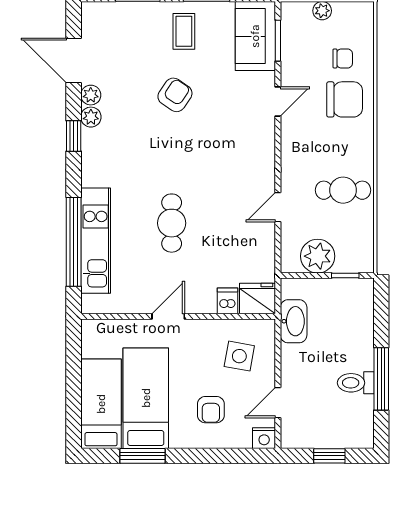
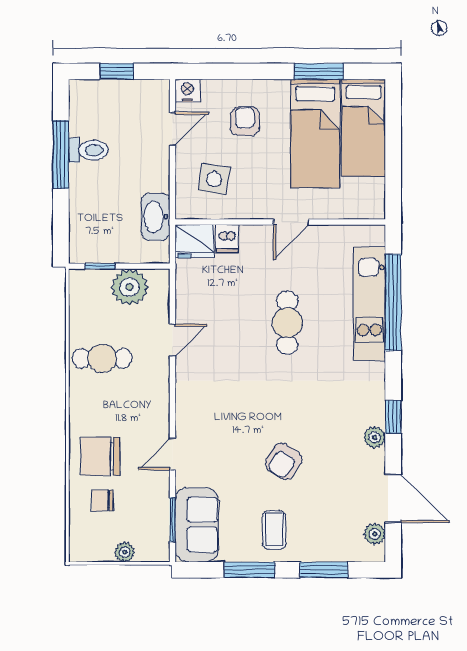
plant: (91, 95) -> (375, 534), moved

